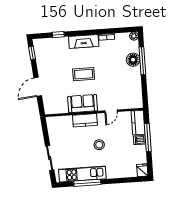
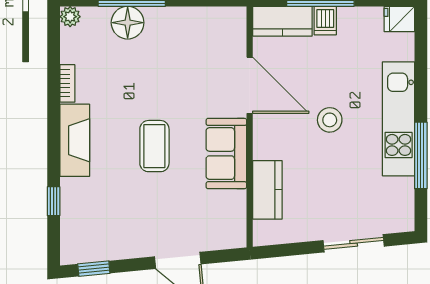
door: (111, 111) -> (250, 85), width x1.88
kitchen counter: (85, 120) -> (267, 190), moved
kitchen unit: (82, 174) -> (399, 119), moved

